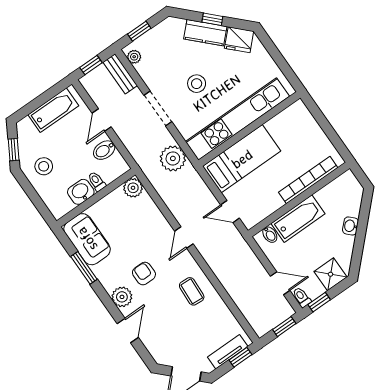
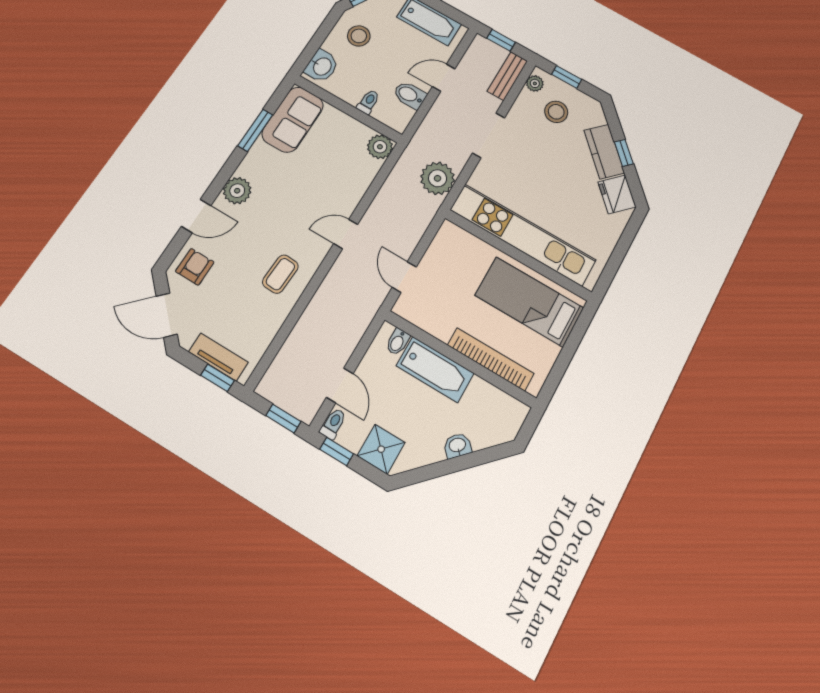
stool: (197, 84) -> (556, 112), moved
bed: (242, 159) -> (529, 302), moved, turned 180
washbasin: (81, 192) -> (322, 66), moved, turned 90
armchair: (144, 273) -> (195, 267), moved

